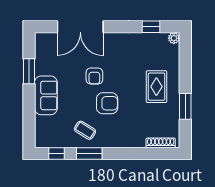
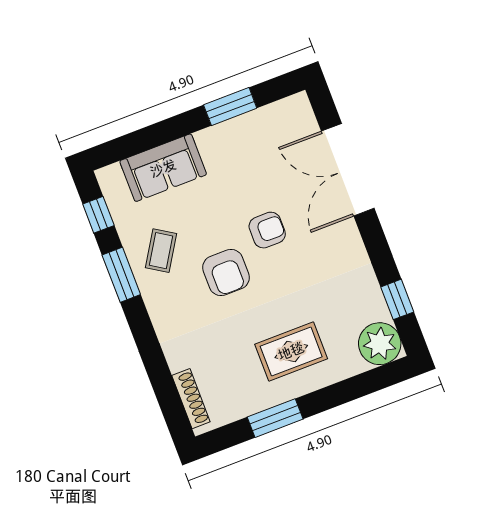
plant: (174, 38) -> (380, 344), width x1.88, depth x1.88
armchair: (94, 76) -> (267, 230), turned 180
sofa: (46, 95) -> (163, 168), moved

